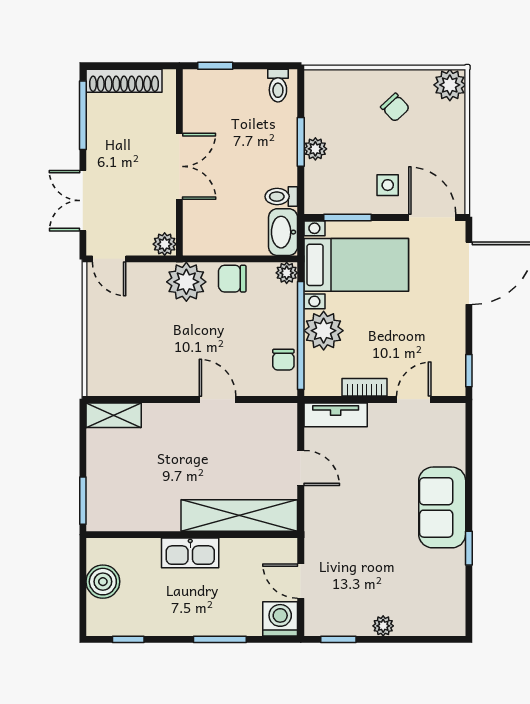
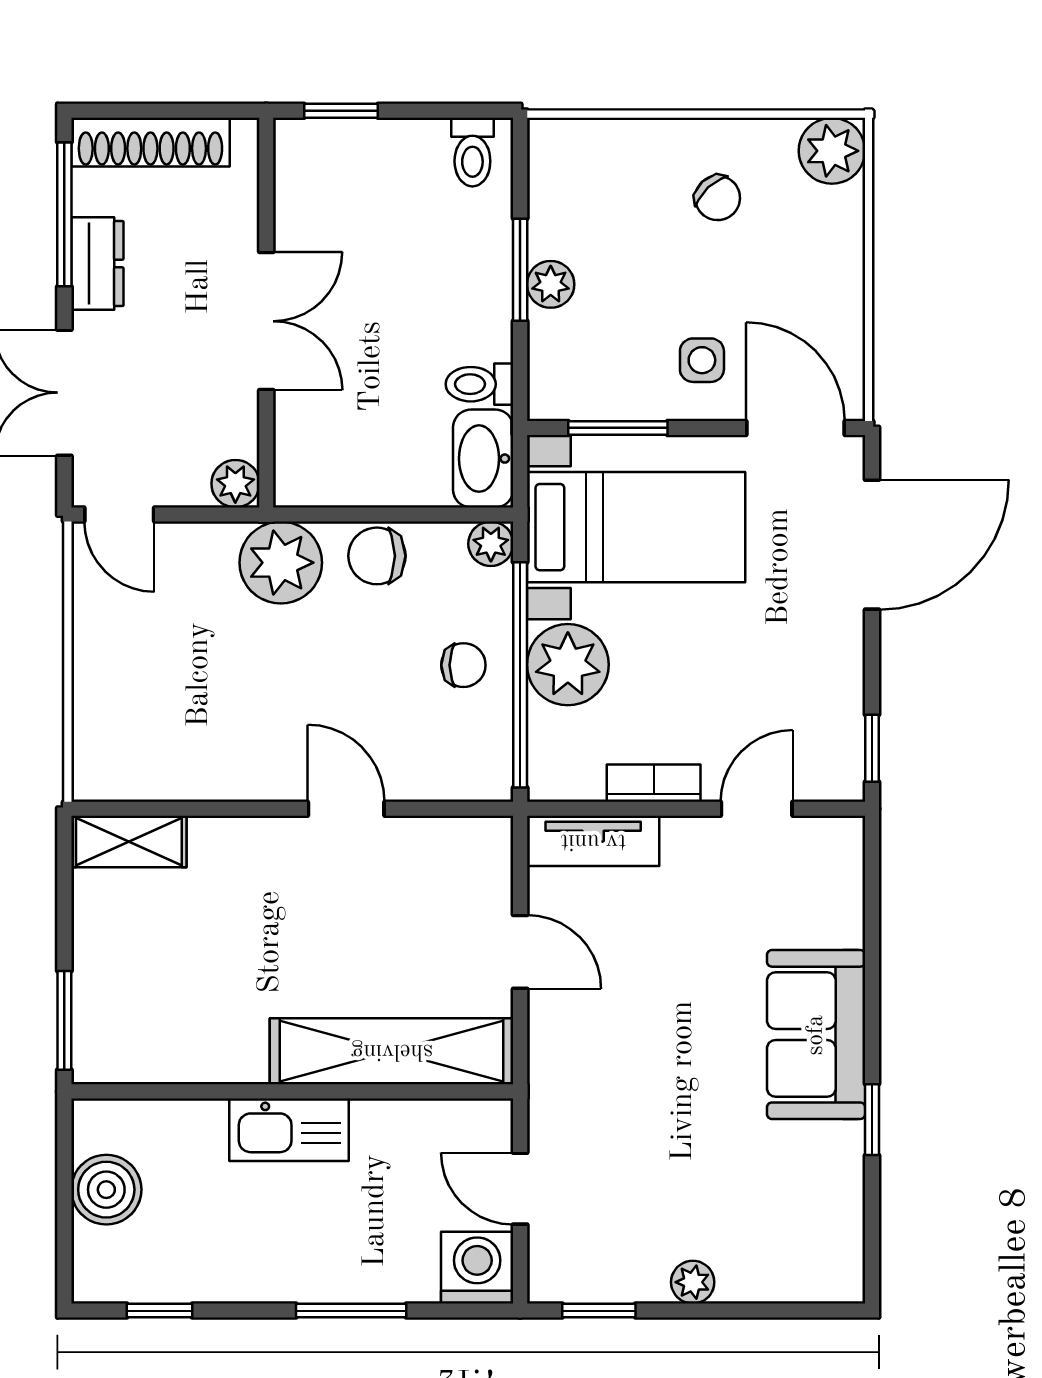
dresser: (99, 139) -> (97, 264), added
chair: (283, 360) -> (463, 665), moved, turned -90

